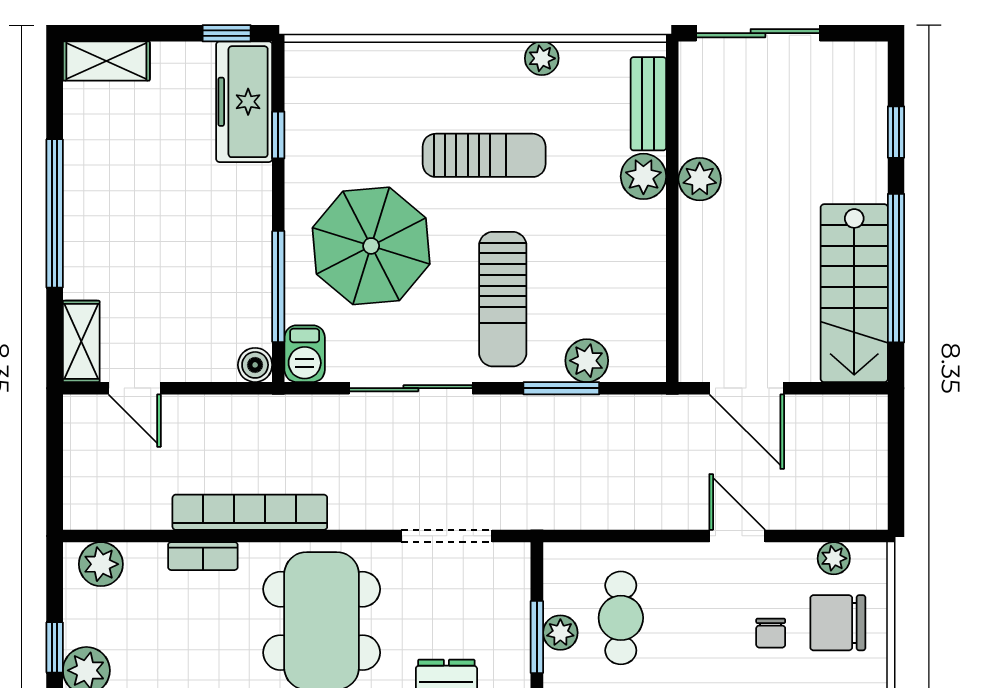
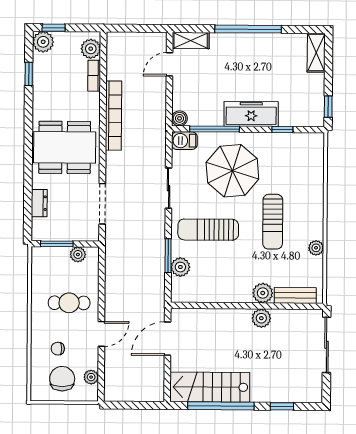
freezer: (244, 102) -> (251, 114), moved
sliding door: (411, 388) -> (169, 188), width x0.73
bookcase: (203, 556) -> (94, 76), moved
cafe table: (621, 618) -> (69, 303), moved
plant: (560, 633) -> (78, 254), moved

